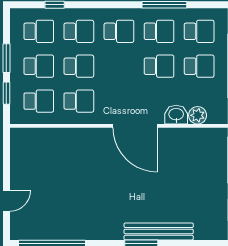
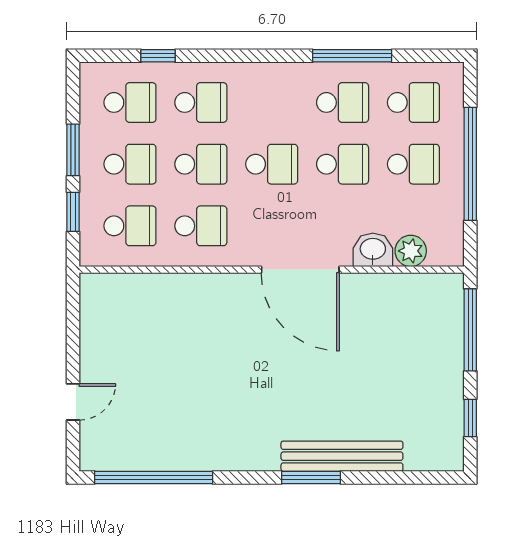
school desk: (119, 31) -> (272, 164), moved

